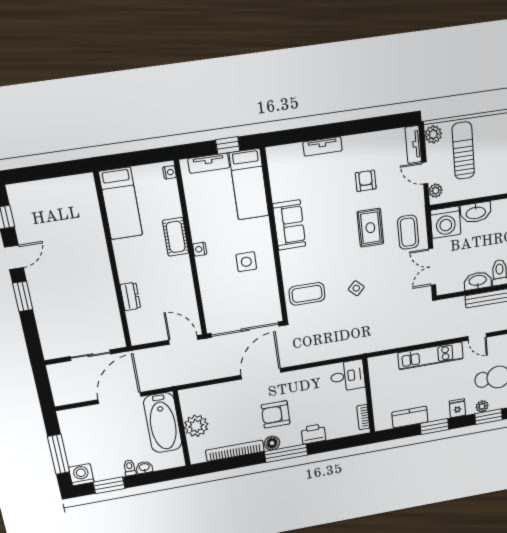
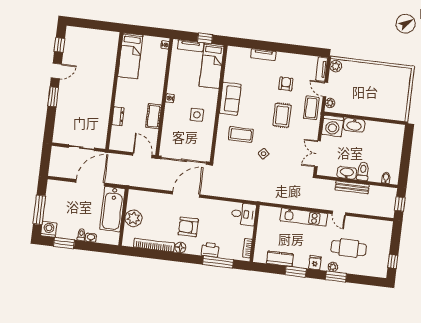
sun lounger: (463, 151) -> (353, 82), removed
coffee table: (408, 232) -> (311, 108), moved
cot: (176, 237) -> (154, 116), moved
coffee table: (307, 294) -> (241, 134), moved
window: (286, 453) -> (218, 262), moved

